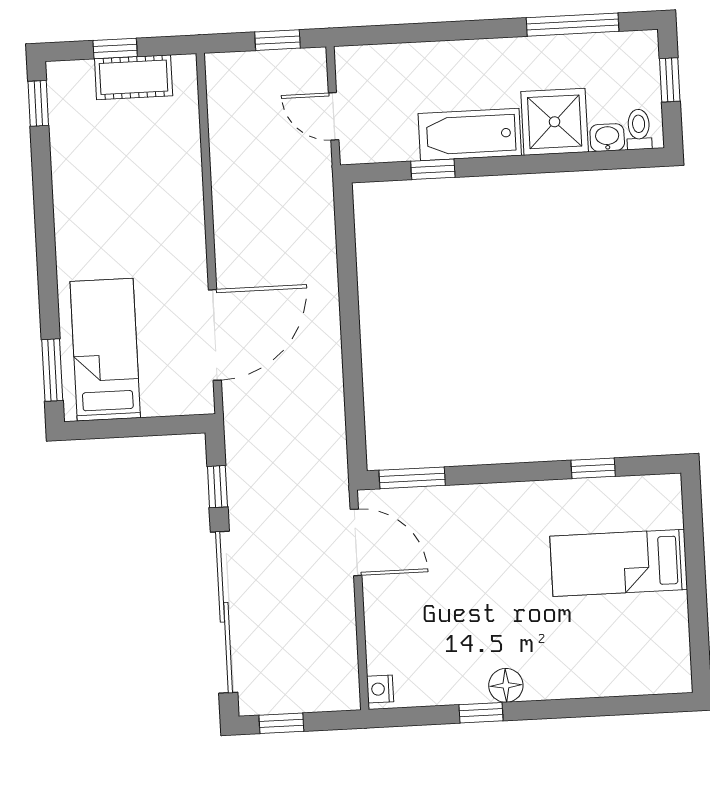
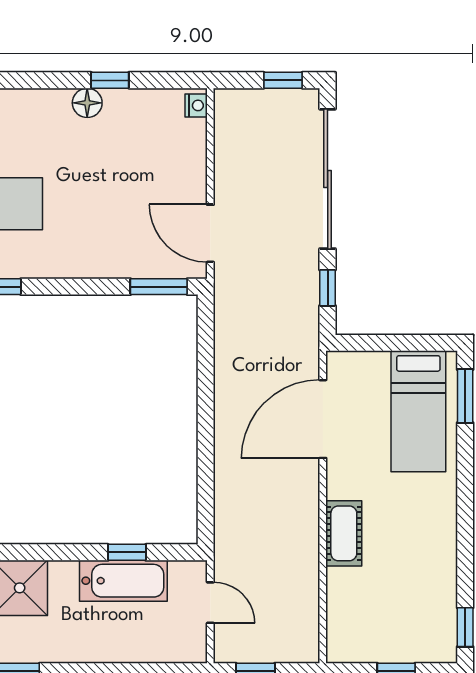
cot: (134, 77) -> (344, 533), moved, turned 90
bathtub: (470, 135) -> (123, 581), moved

